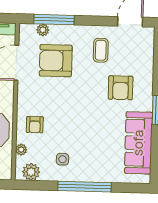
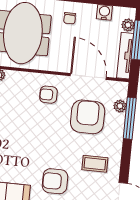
armchair: (35, 125) -> (48, 95), moved

